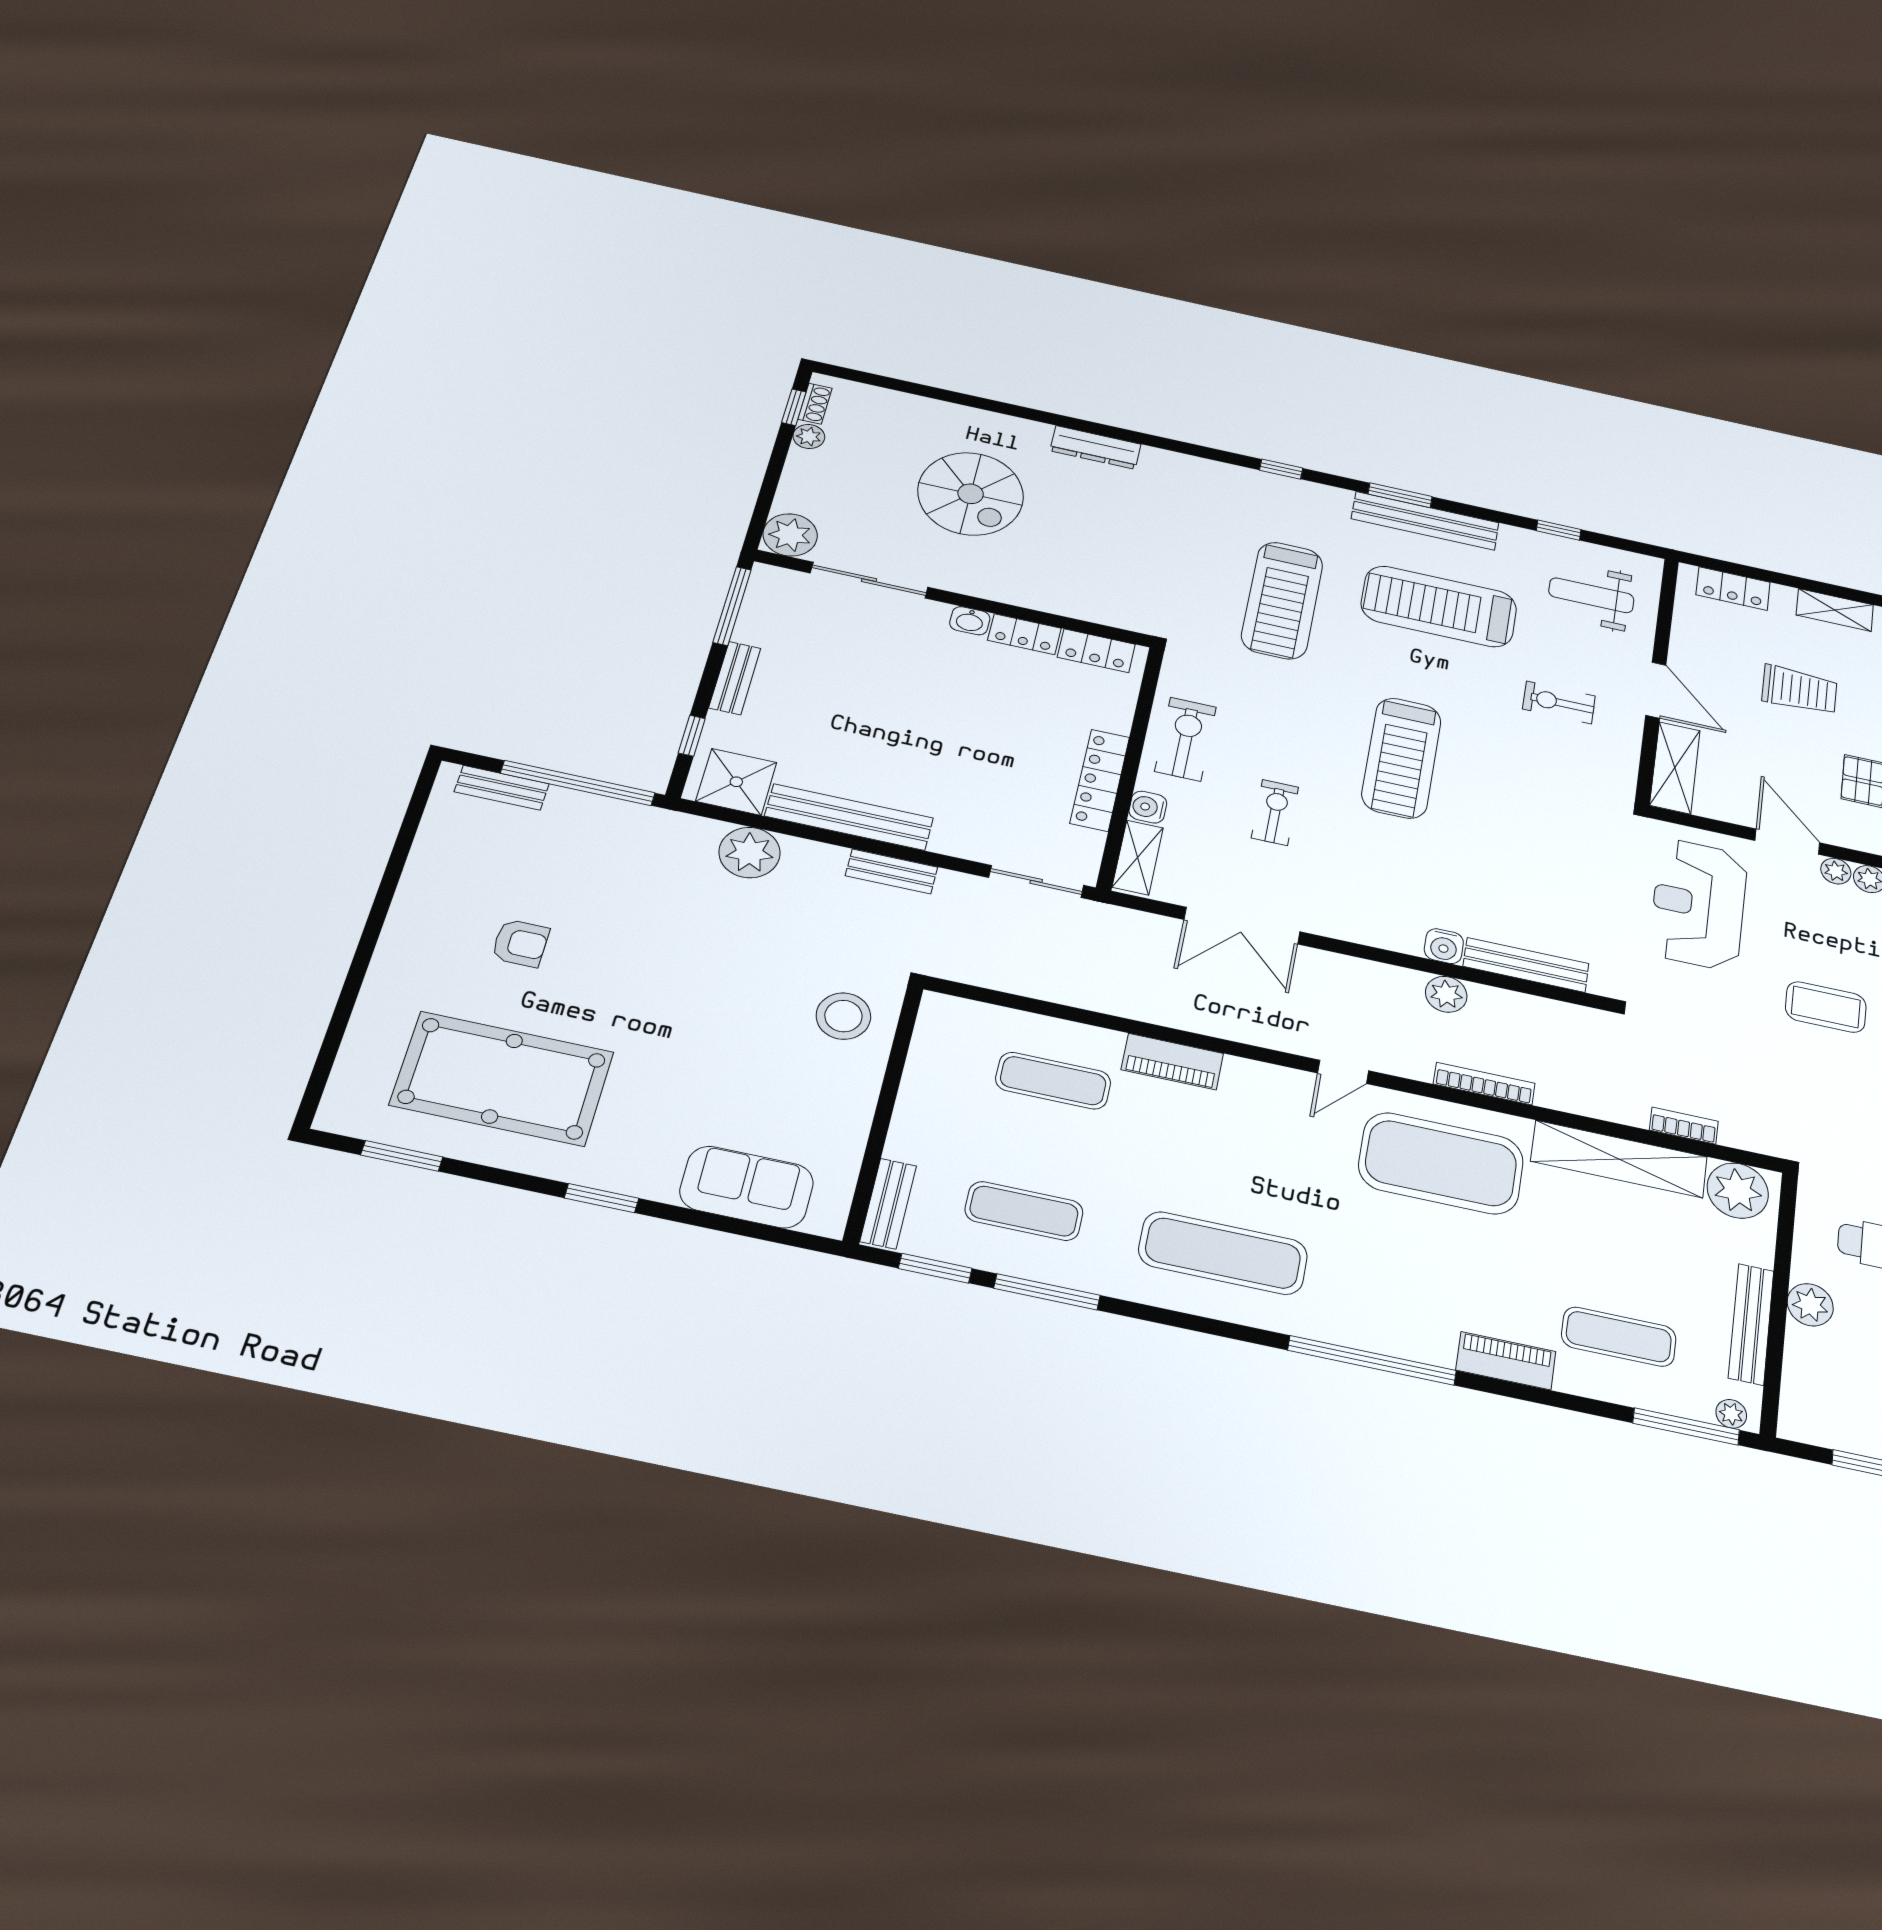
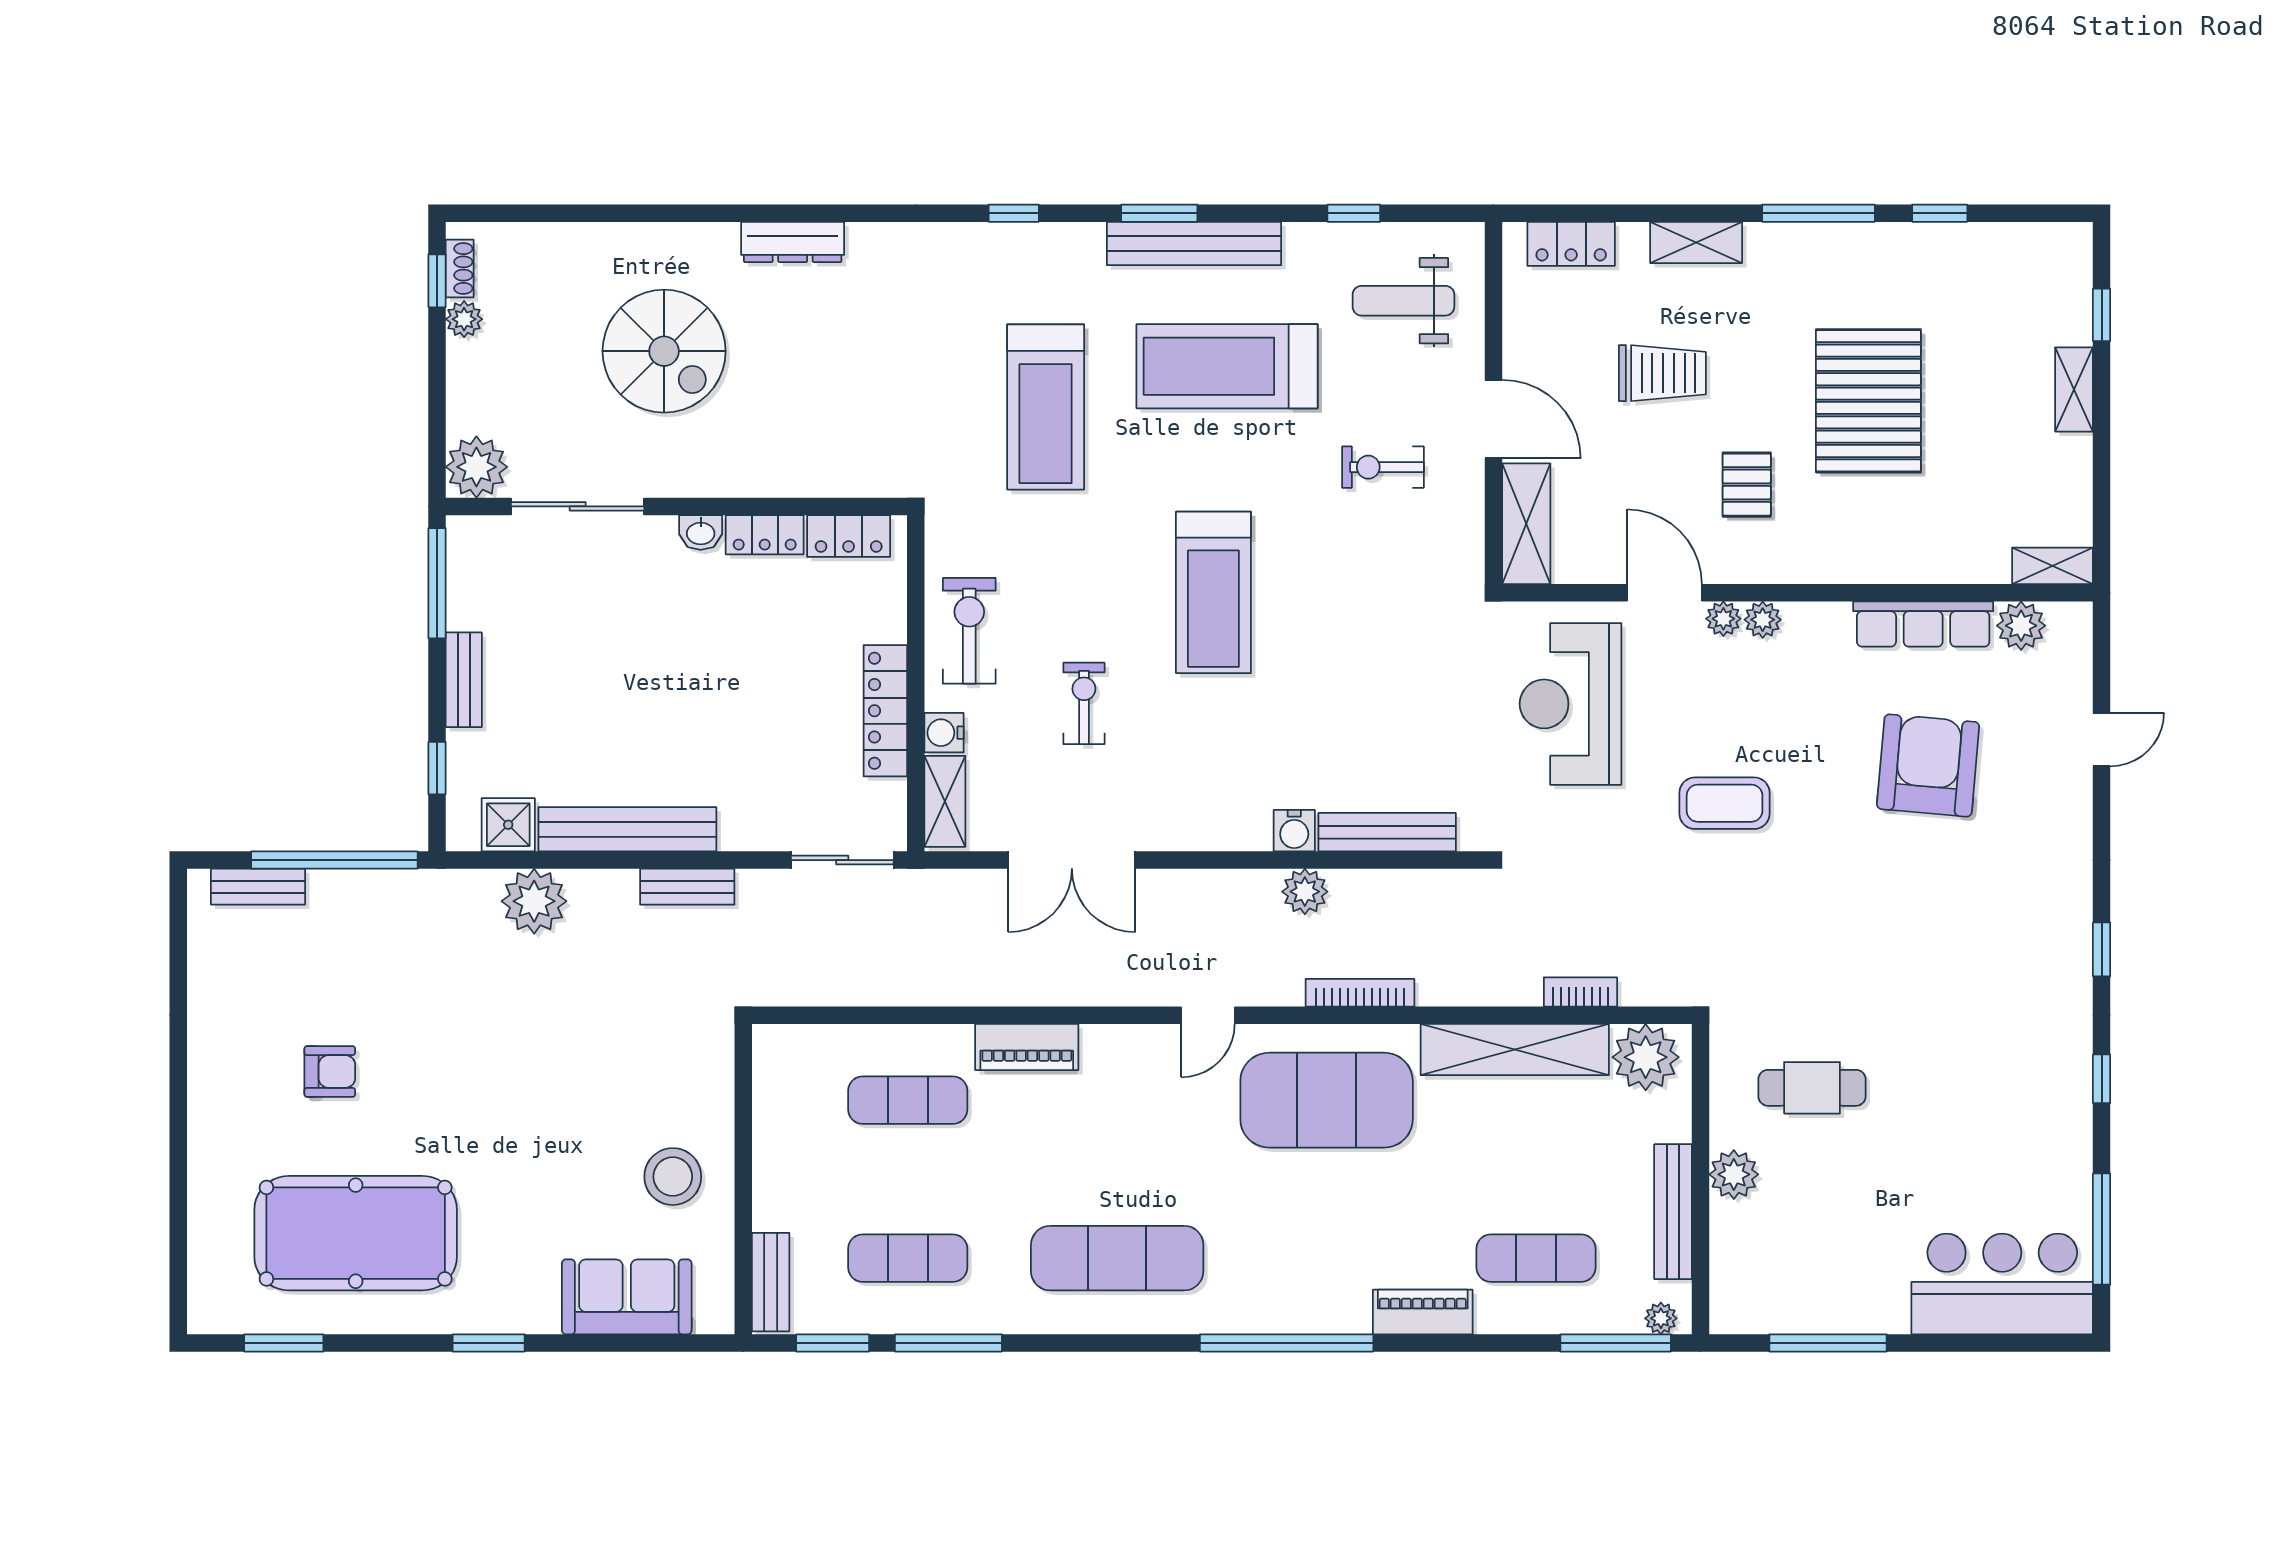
shower: (736, 782) -> (508, 825), width x0.73, depth x0.73
stool: (843, 1016) -> (673, 1177), moved

